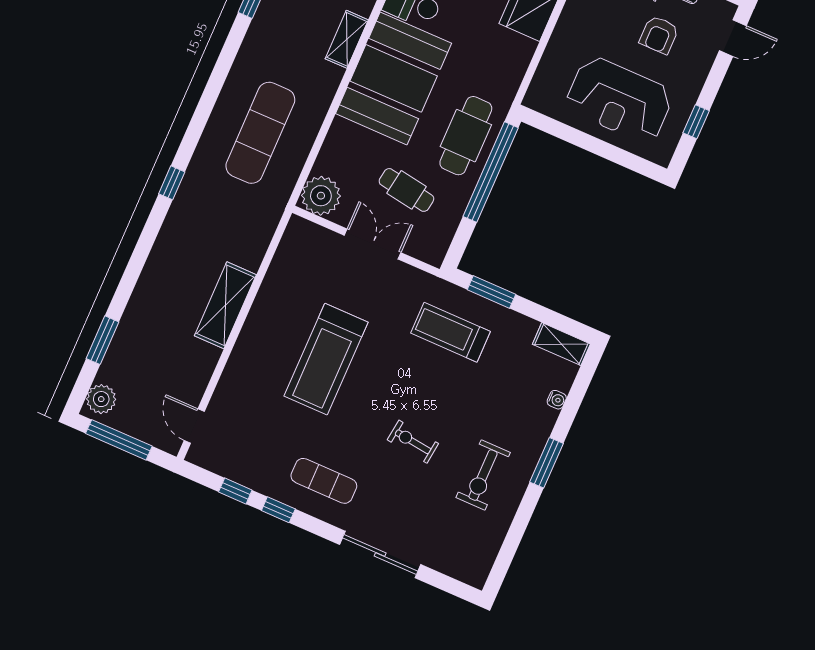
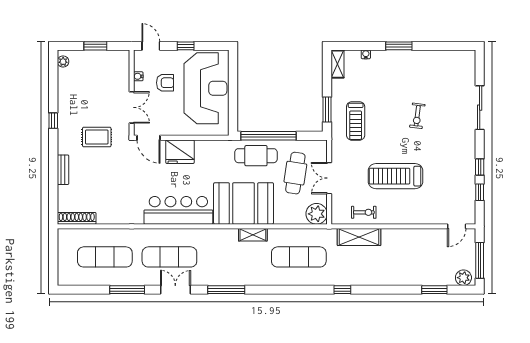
shelving: (347, 39) -> (253, 235), moved
reception desk: (619, 100) -> (205, 88), width x1.36, depth x1.30
window: (696, 122) -> (186, 46), moved
cafe table: (406, 190) -> (295, 173), width x1.37, depth x1.35
shelving: (225, 305) -> (359, 237), moved
treadmill: (326, 359) -> (395, 176), turned 180
exercise bike: (483, 475) -> (364, 212), moved, width x0.73, depth x0.72
exercise mat: (324, 481) -> (456, 151), removed

